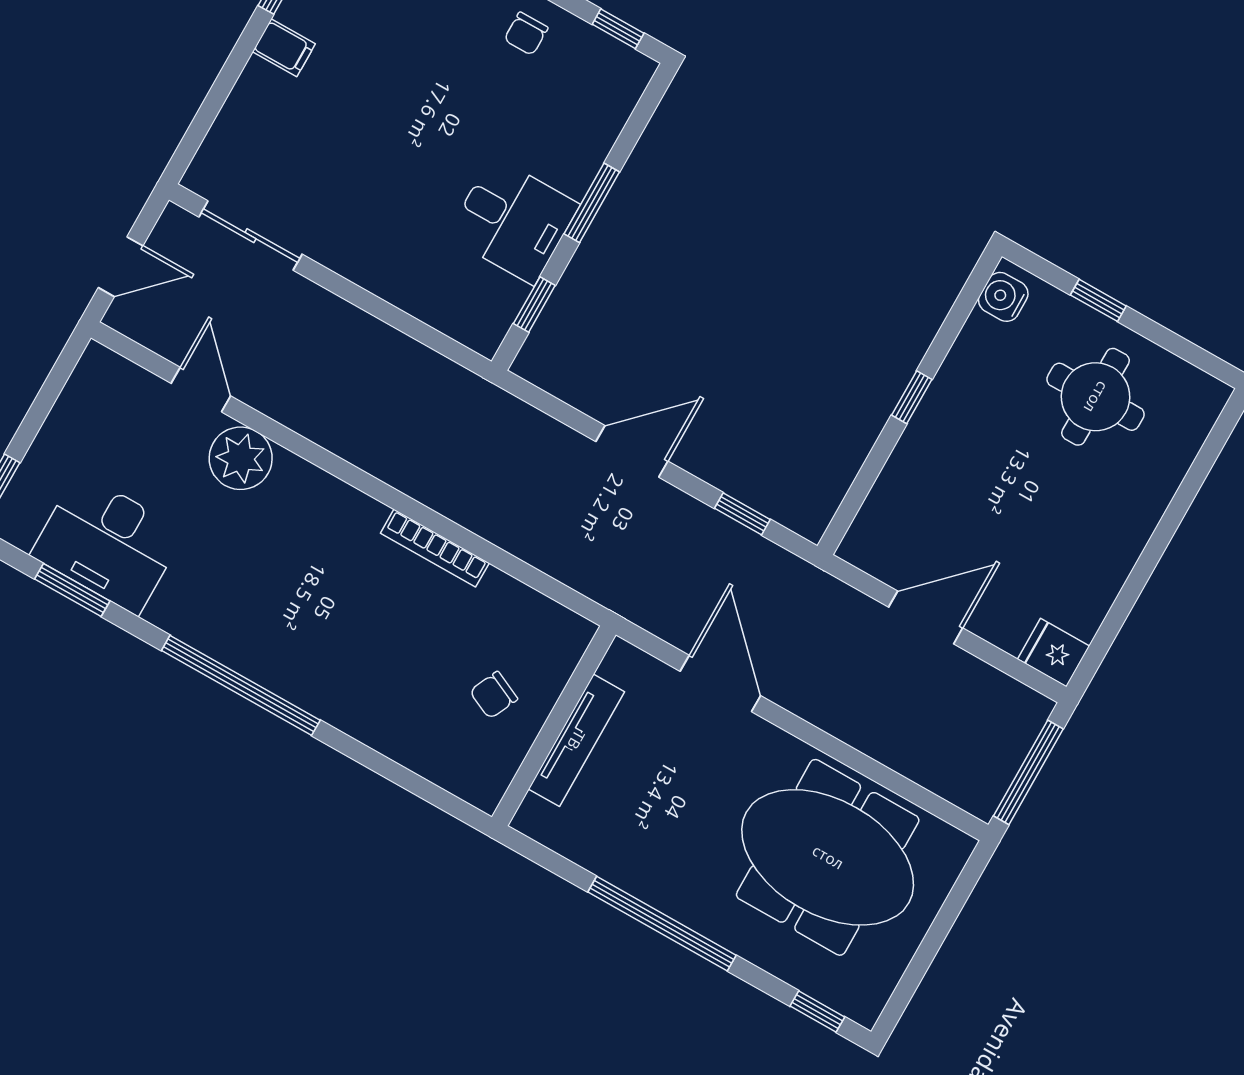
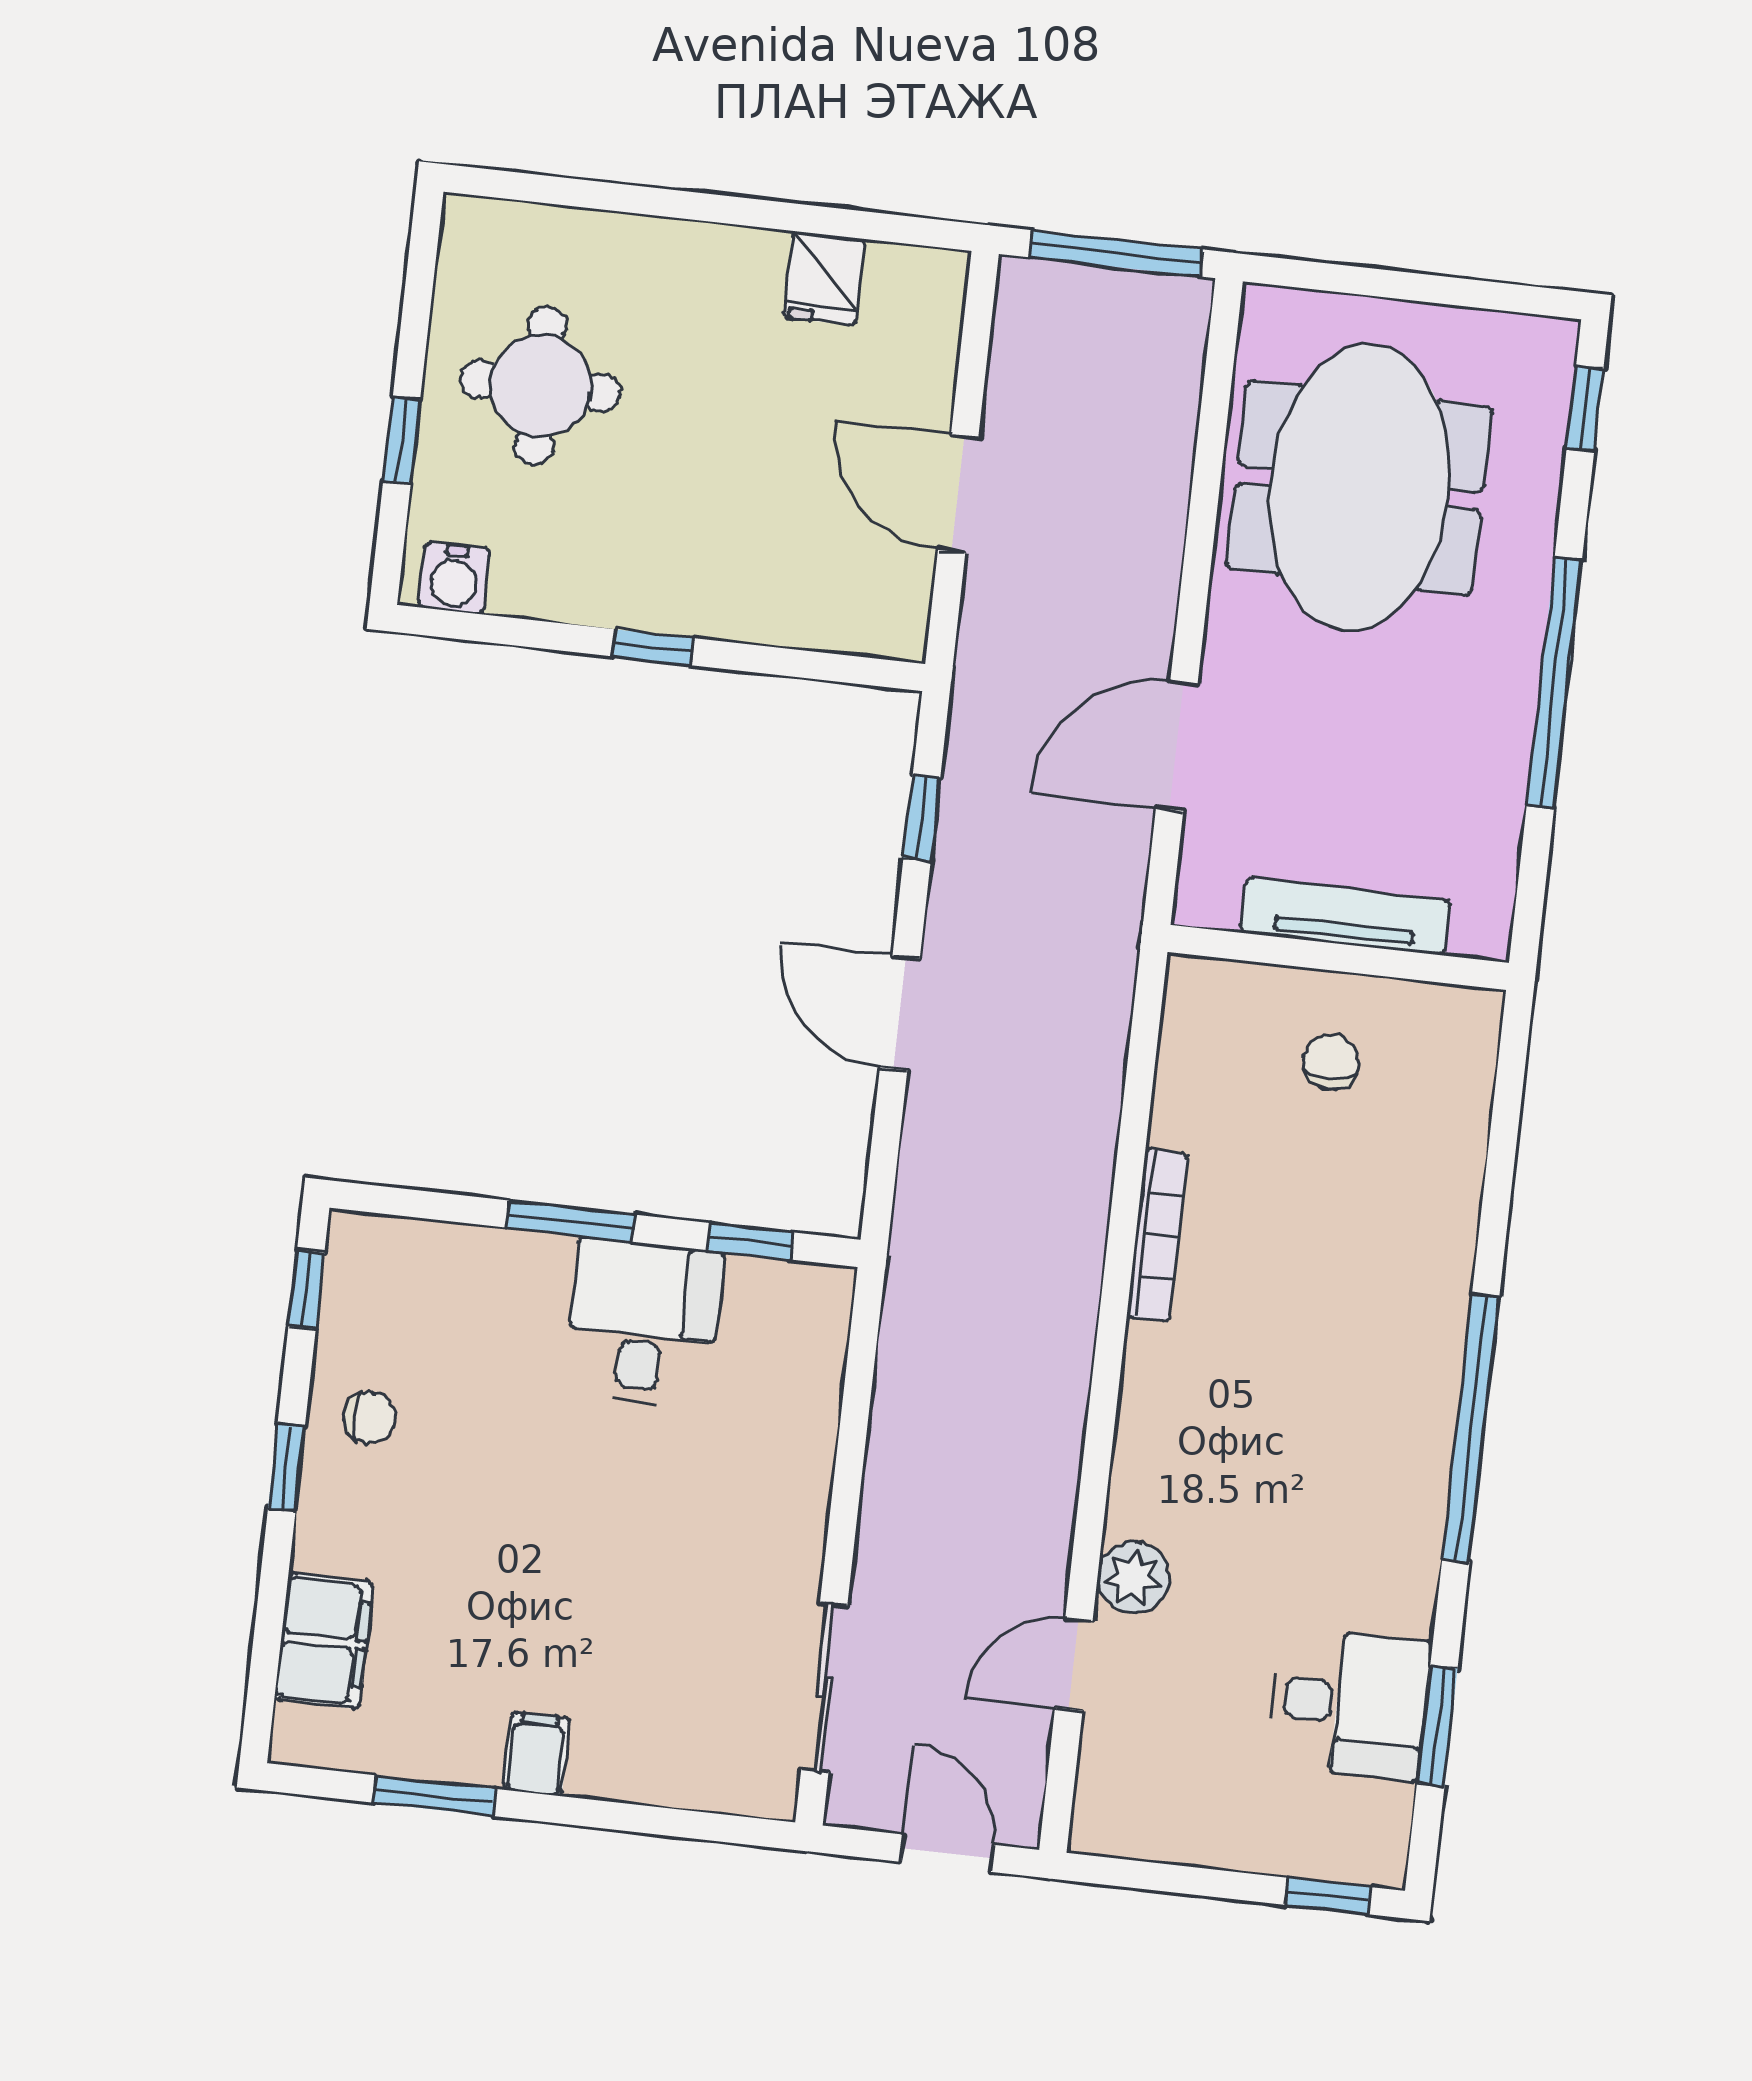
plant: (241, 458) -> (1133, 1577), width x0.73, depth x0.73
desk: (108, 543) -> (1349, 1704), width x0.73
fridge: (1054, 653) -> (824, 278), moved
chair: (494, 695) -> (1331, 1062), turned -115

